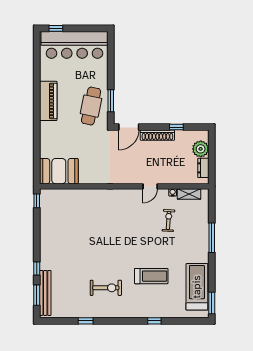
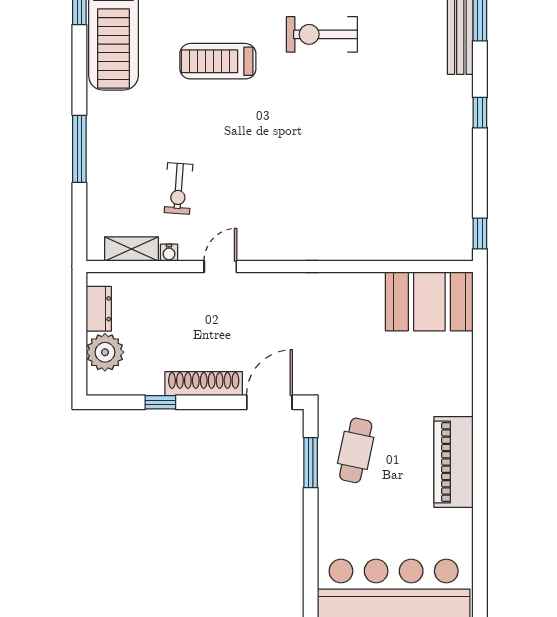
cafe table: (91, 106) -> (356, 450), width x0.73, depth x0.74
window: (37, 269) -> (480, 113), moved

